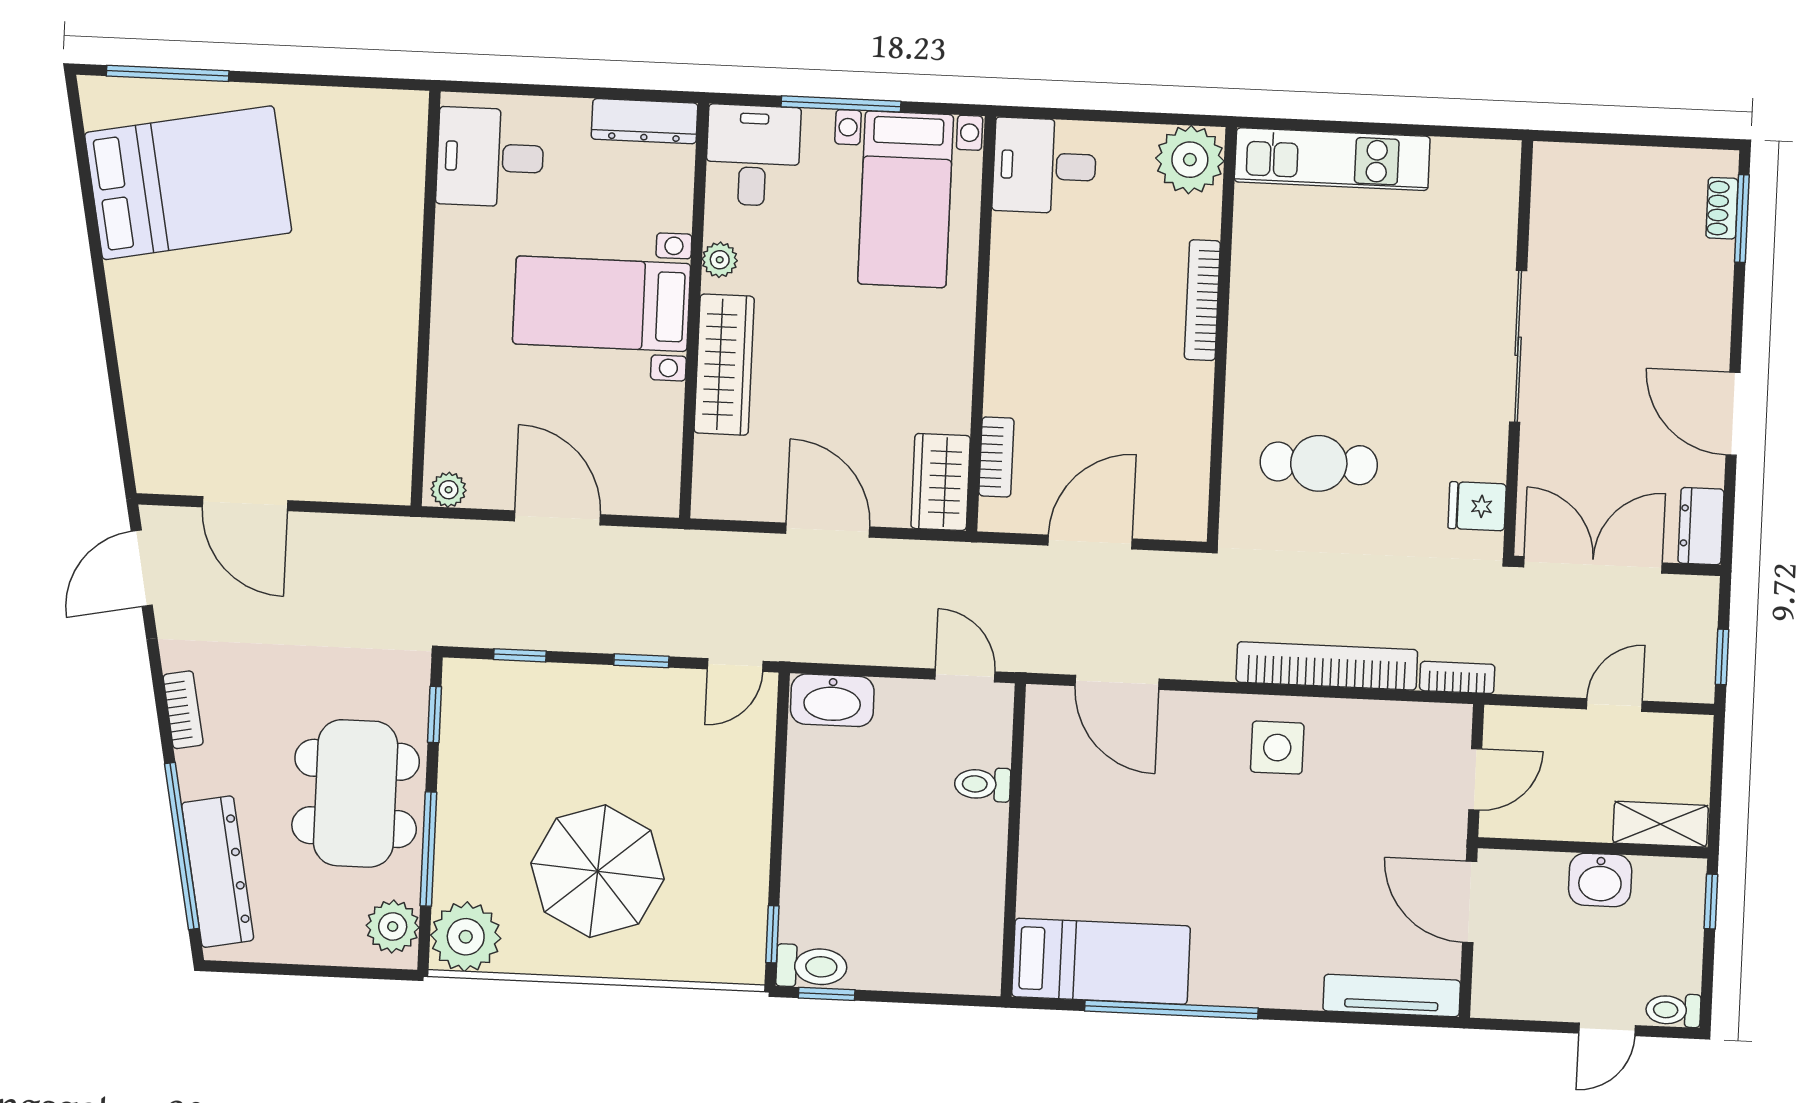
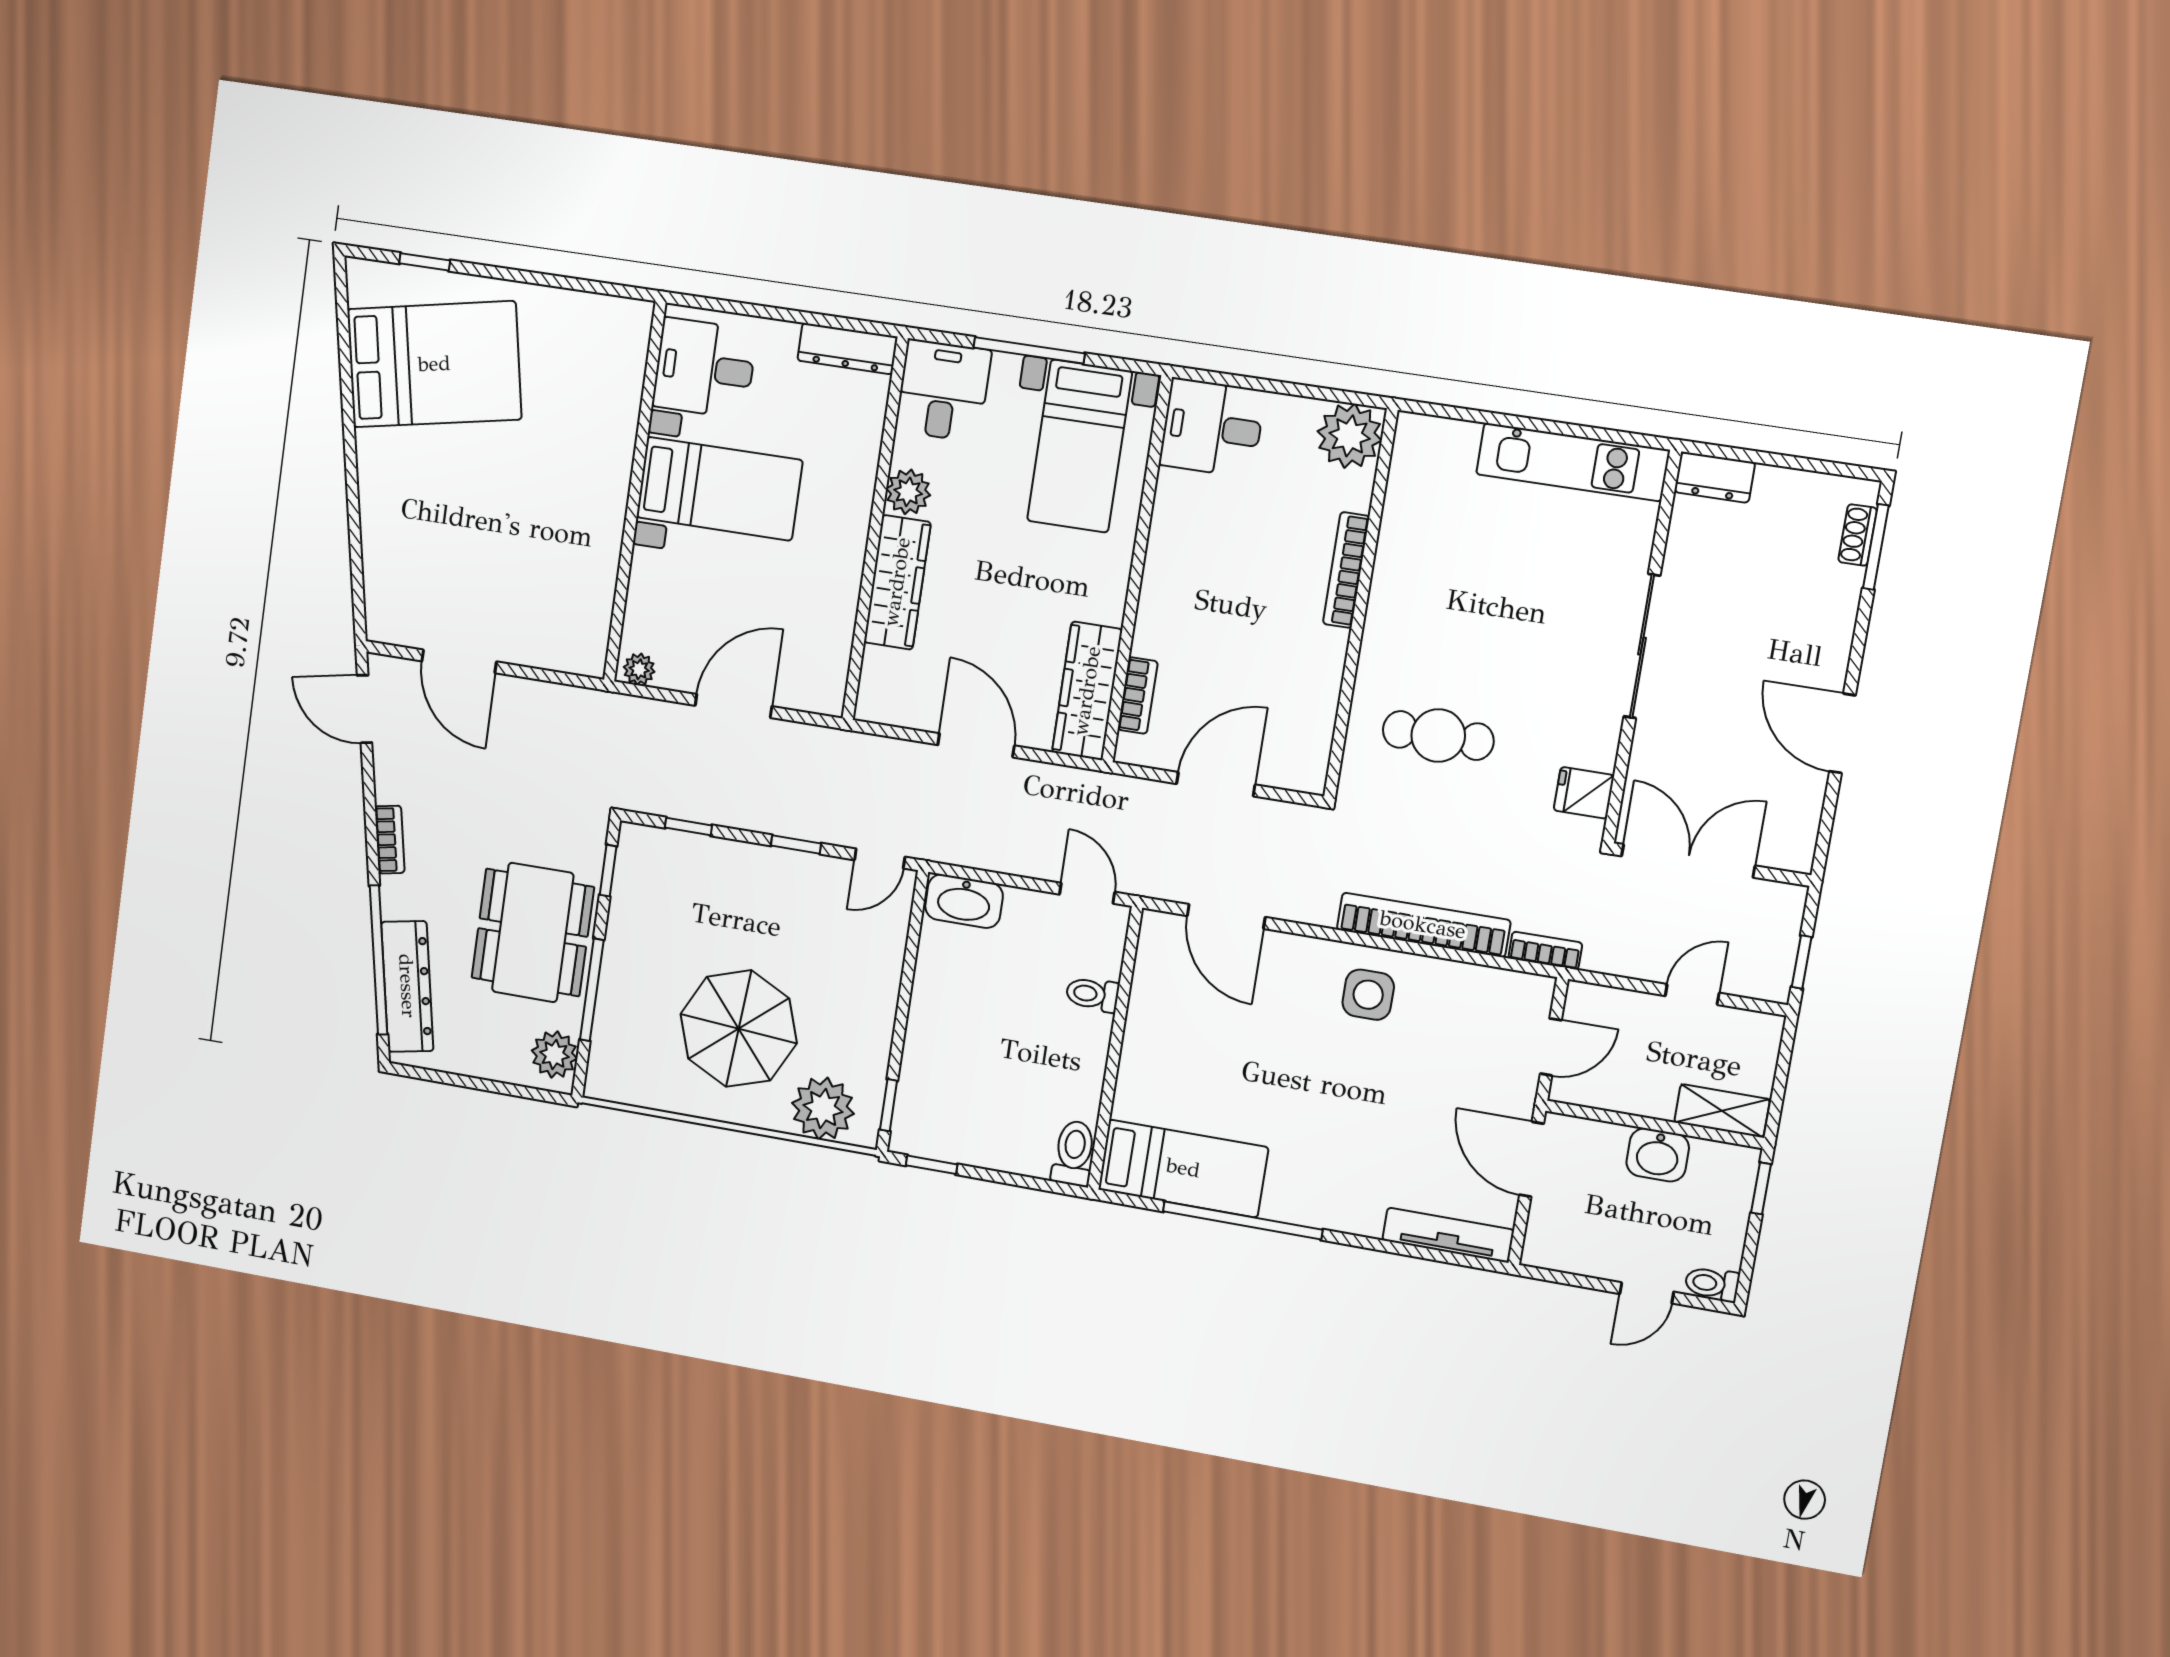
window: (168, 73) -> (425, 262), width x0.46
kitchen unit: (1332, 159) -> (1573, 462), moved
plant: (720, 260) -> (908, 492), width x1.38, depth x1.38
bed with nightstands: (602, 304) -> (719, 489), moved, turned 180
wardrobe: (941, 482) -> (1087, 691), width x1.50
door: (557, 518) -> (734, 706), hinge flipped
dresser: (1701, 526) -> (1715, 477), moved, turned -90
door: (142, 568) -> (365, 709), hinge flipped
plant: (466, 937) -> (823, 1108), moved
toilet: (812, 966) -> (1074, 1153), moved, turned -90

